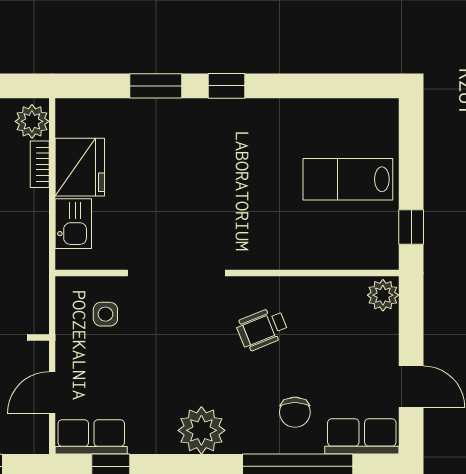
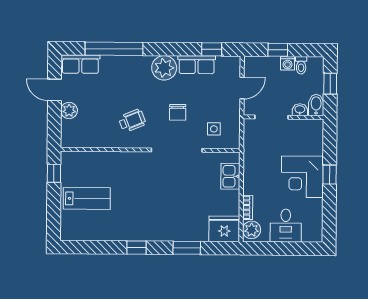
window: (227, 86) -> (136, 248), moved
fridge: (80, 167) -> (224, 229), moved, turned 90
plant: (383, 295) -> (69, 110), moved
chair: (295, 412) -> (178, 112), moved, turned 180
row of seats: (91, 437) -> (197, 65), moved

